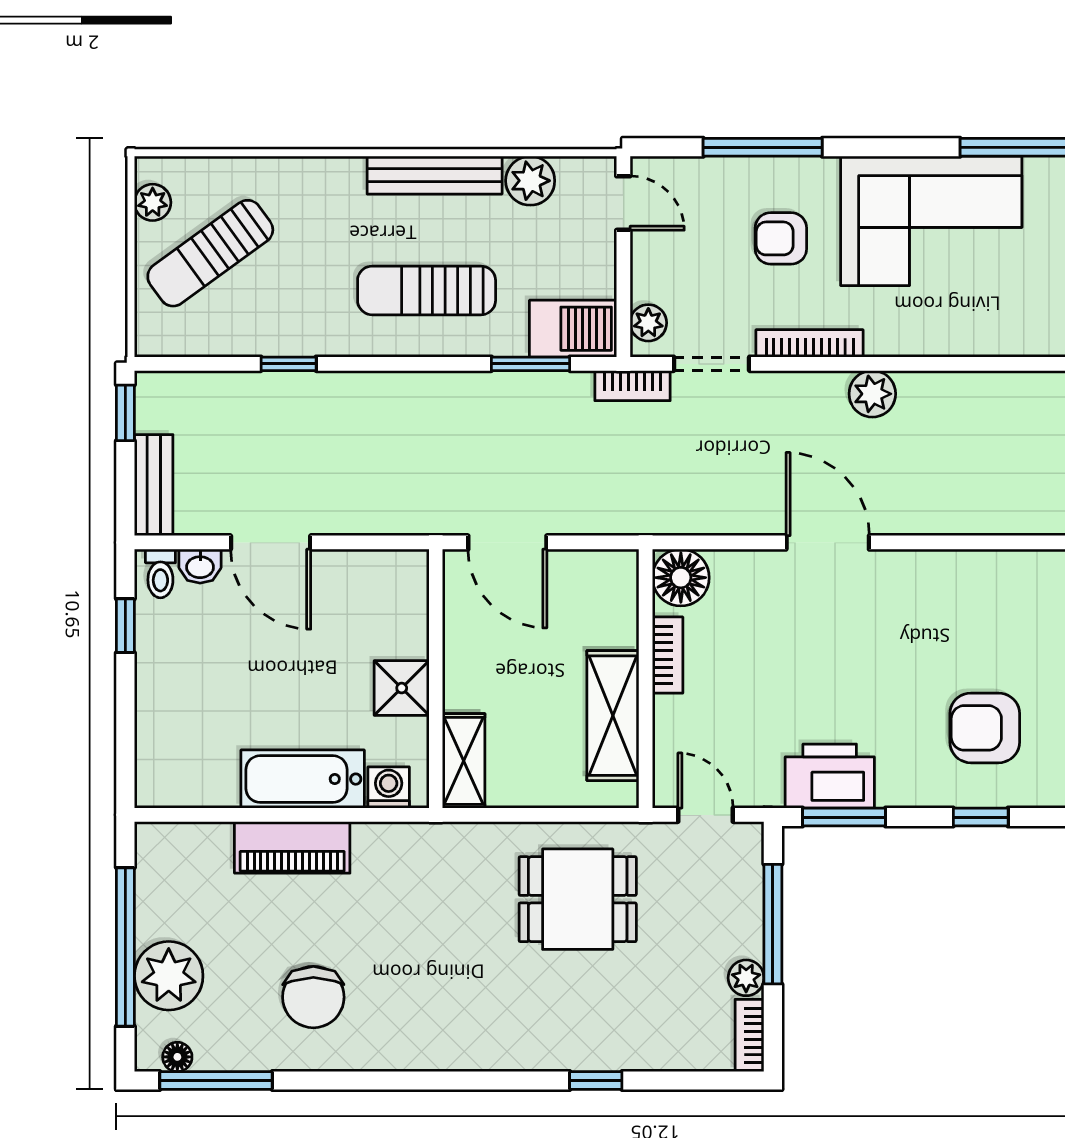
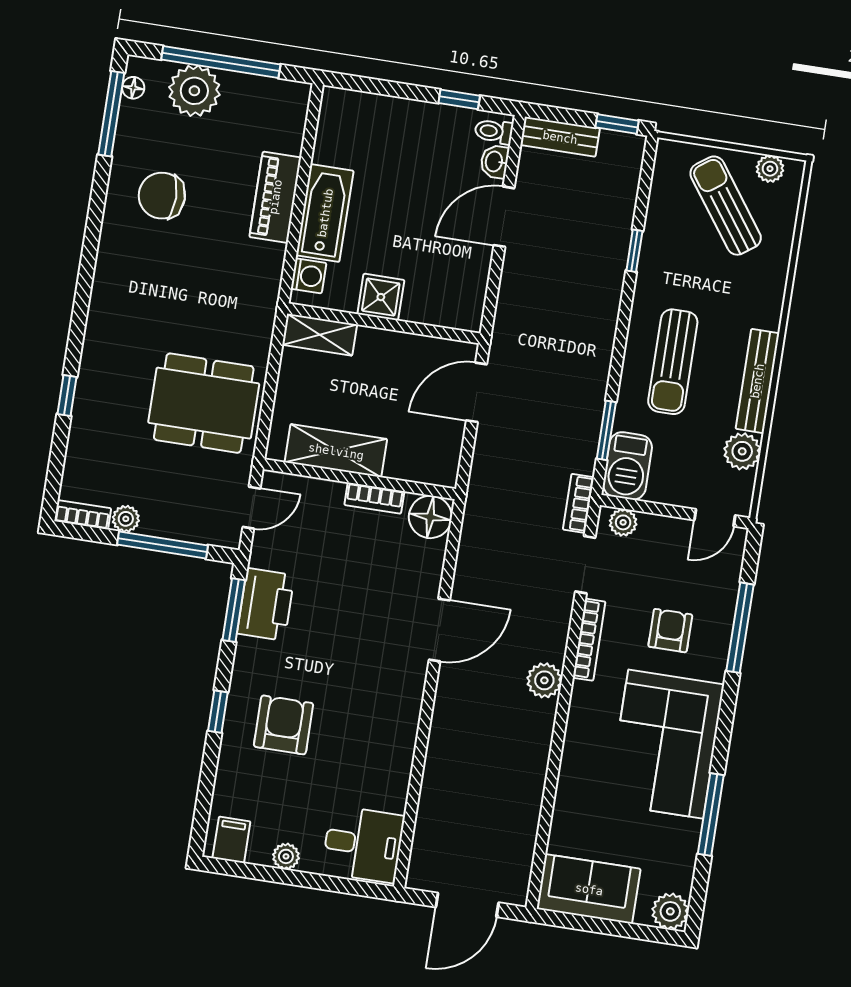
sun lounger: (427, 290) -> (673, 362), turned 180
dining table: (578, 899) -> (204, 403), width x1.38

